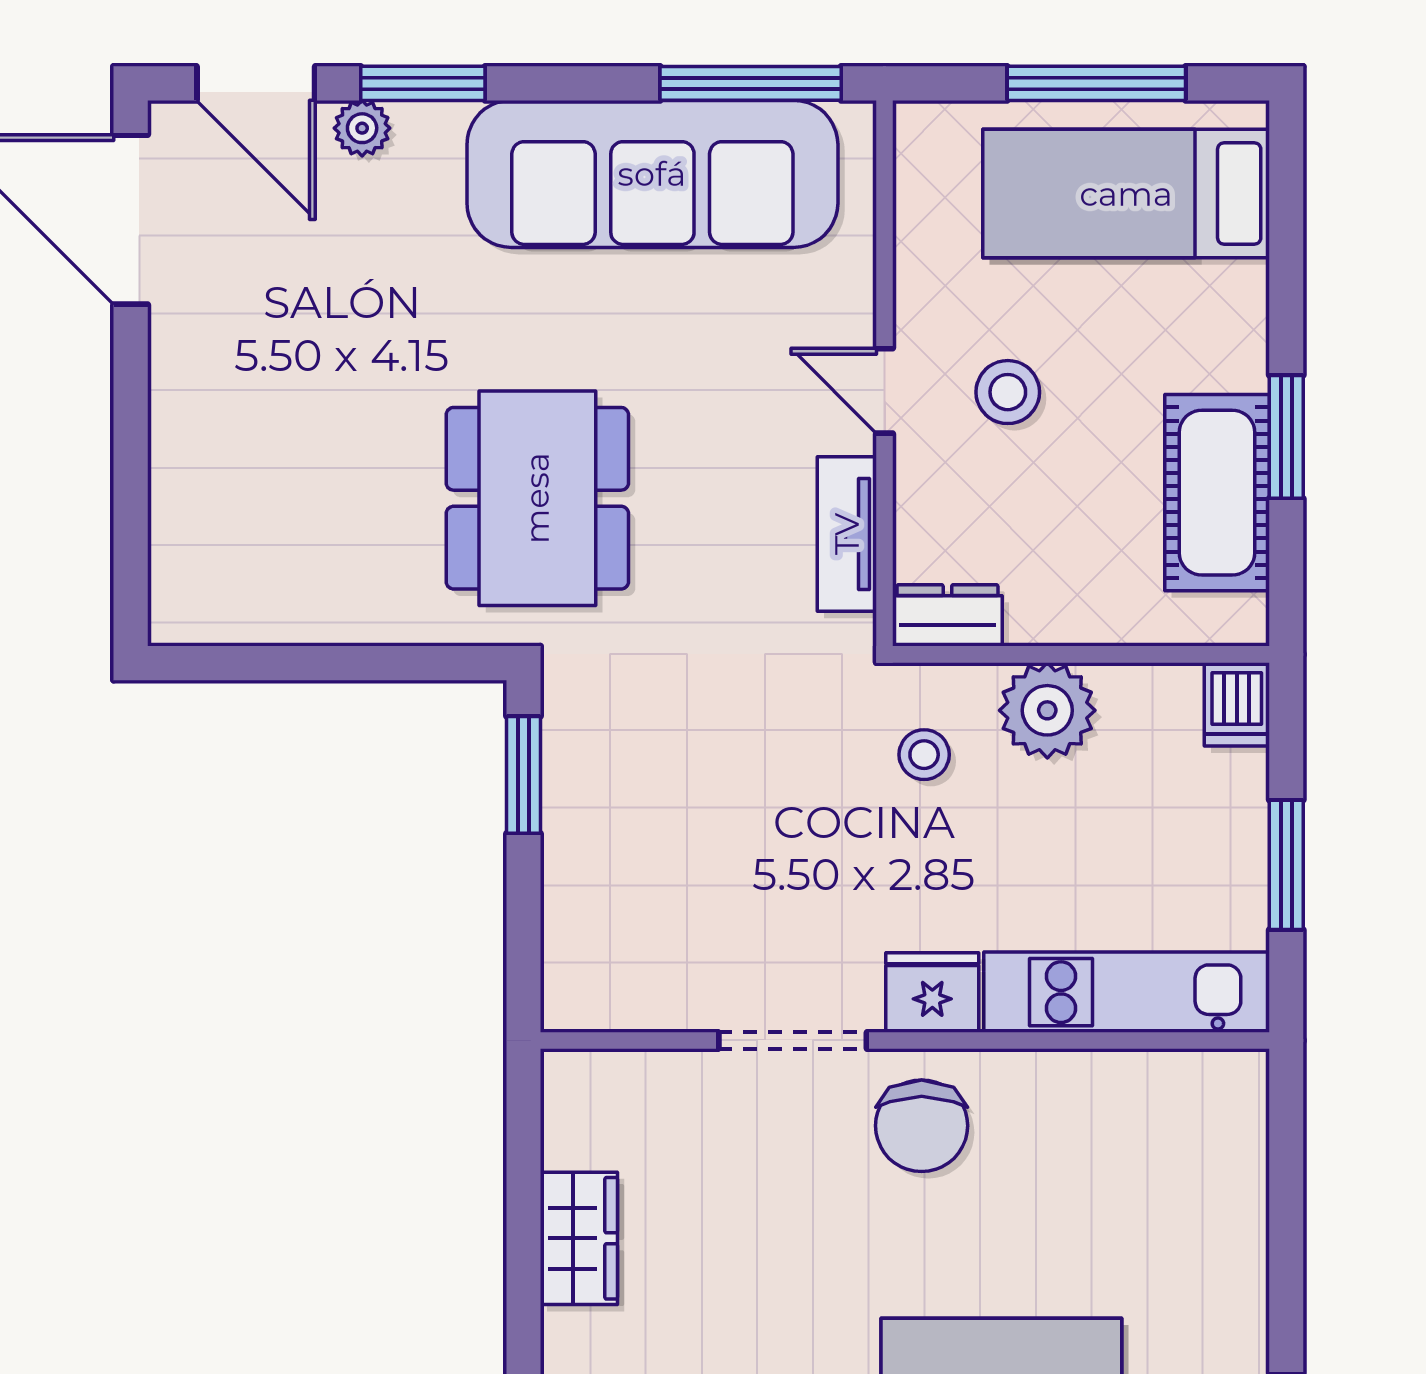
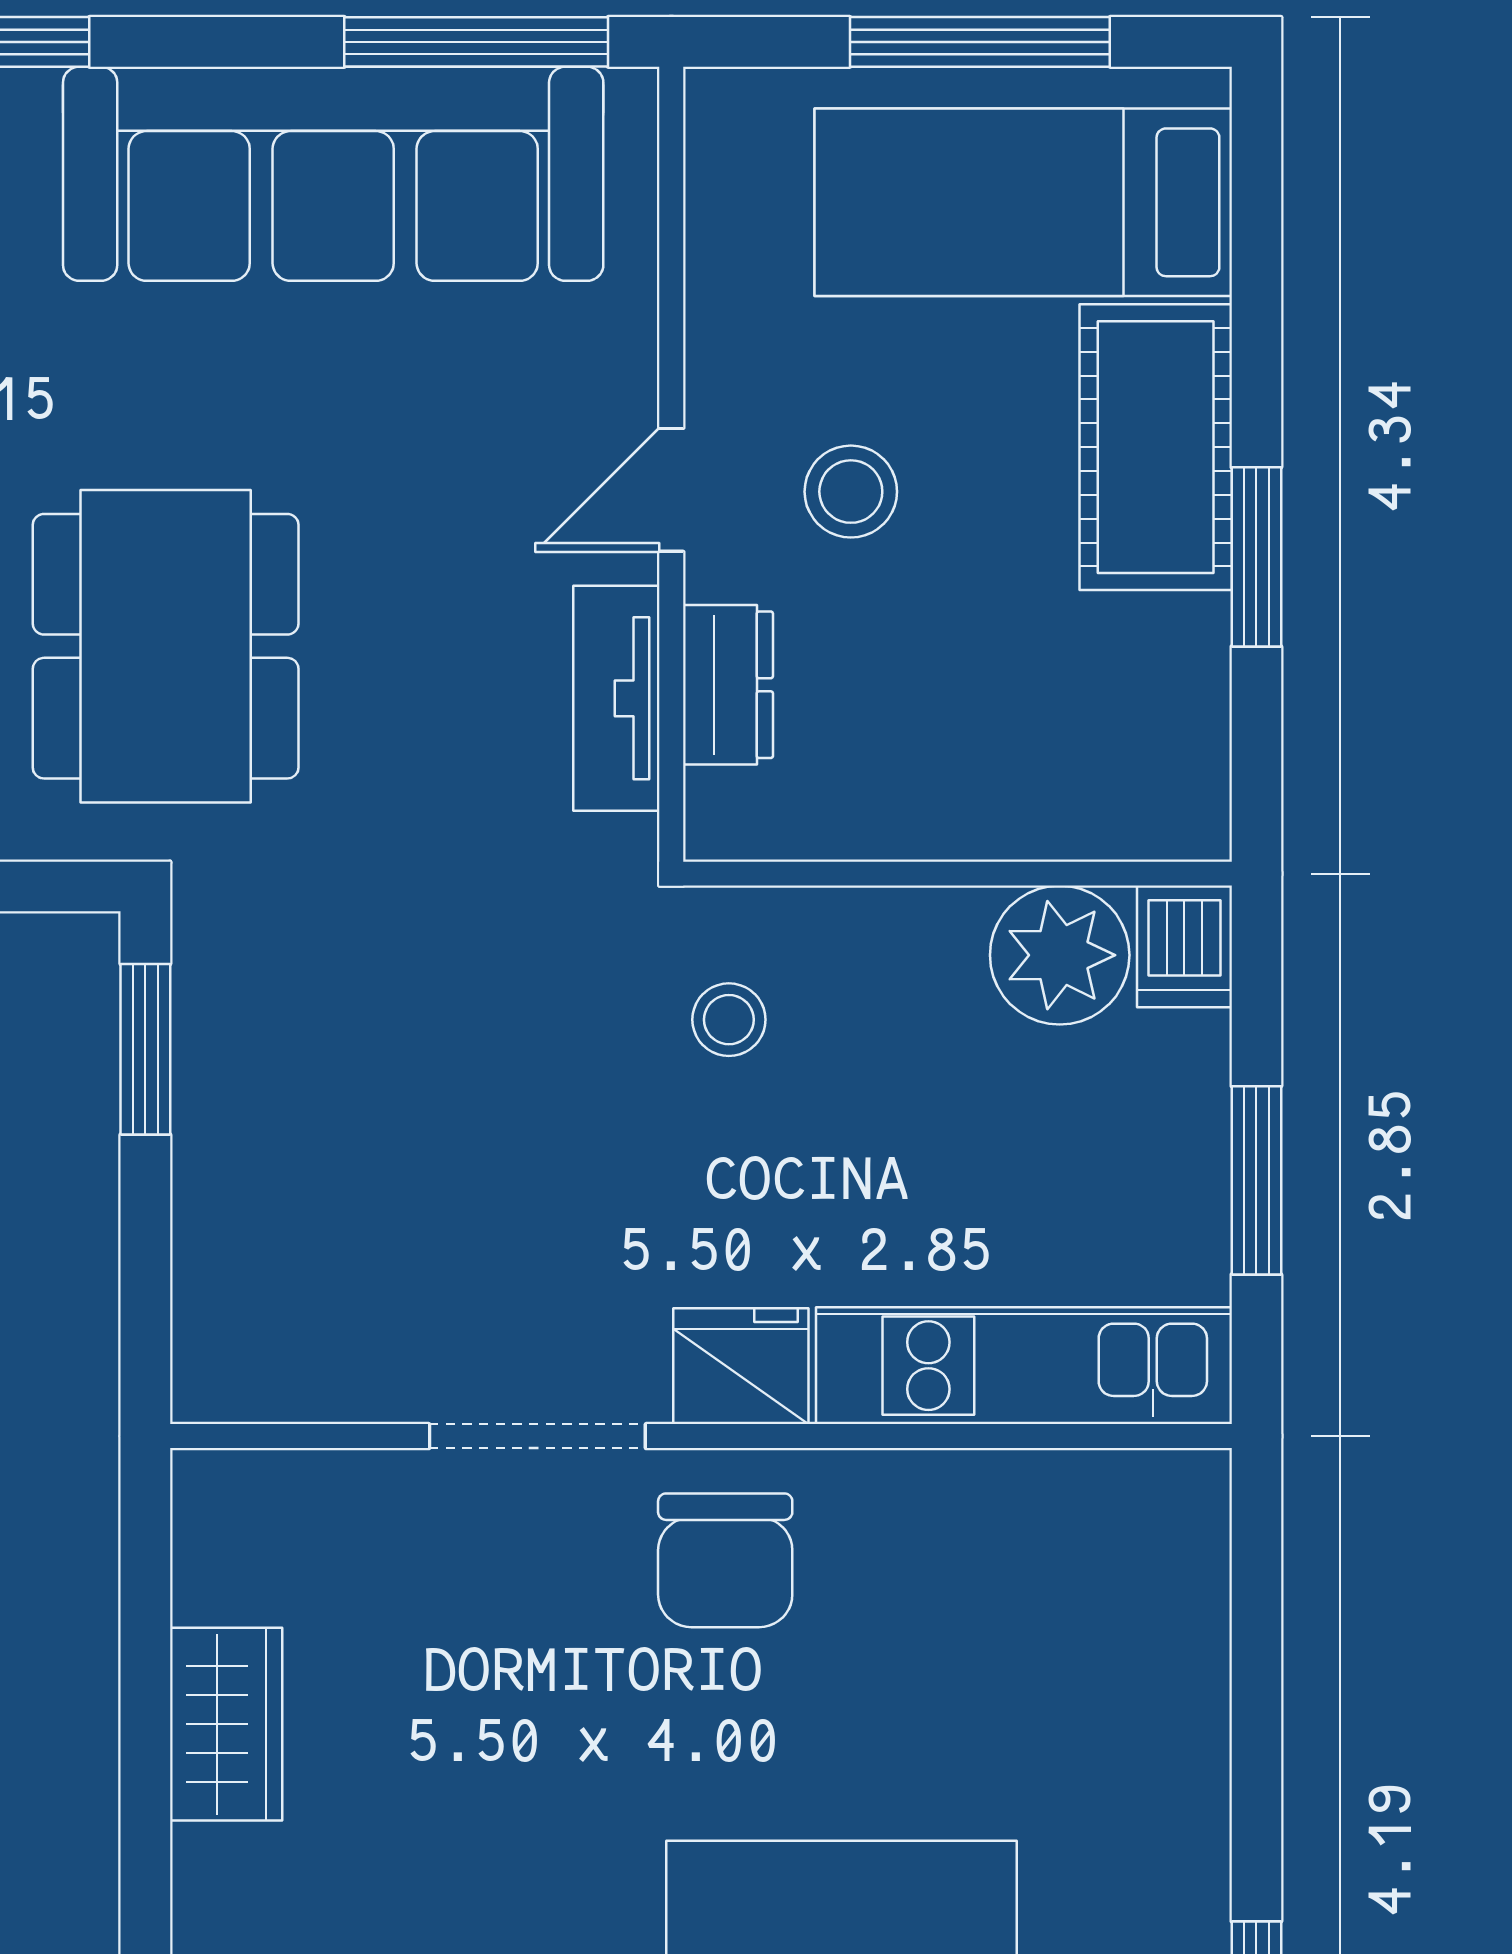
door: (885, 391) -> (671, 490), hinge flipped
cot: (1217, 493) -> (1156, 447), moved
dresser: (947, 615) -> (728, 685), moved, turned 90
plant: (1047, 710) -> (1060, 955), moved

